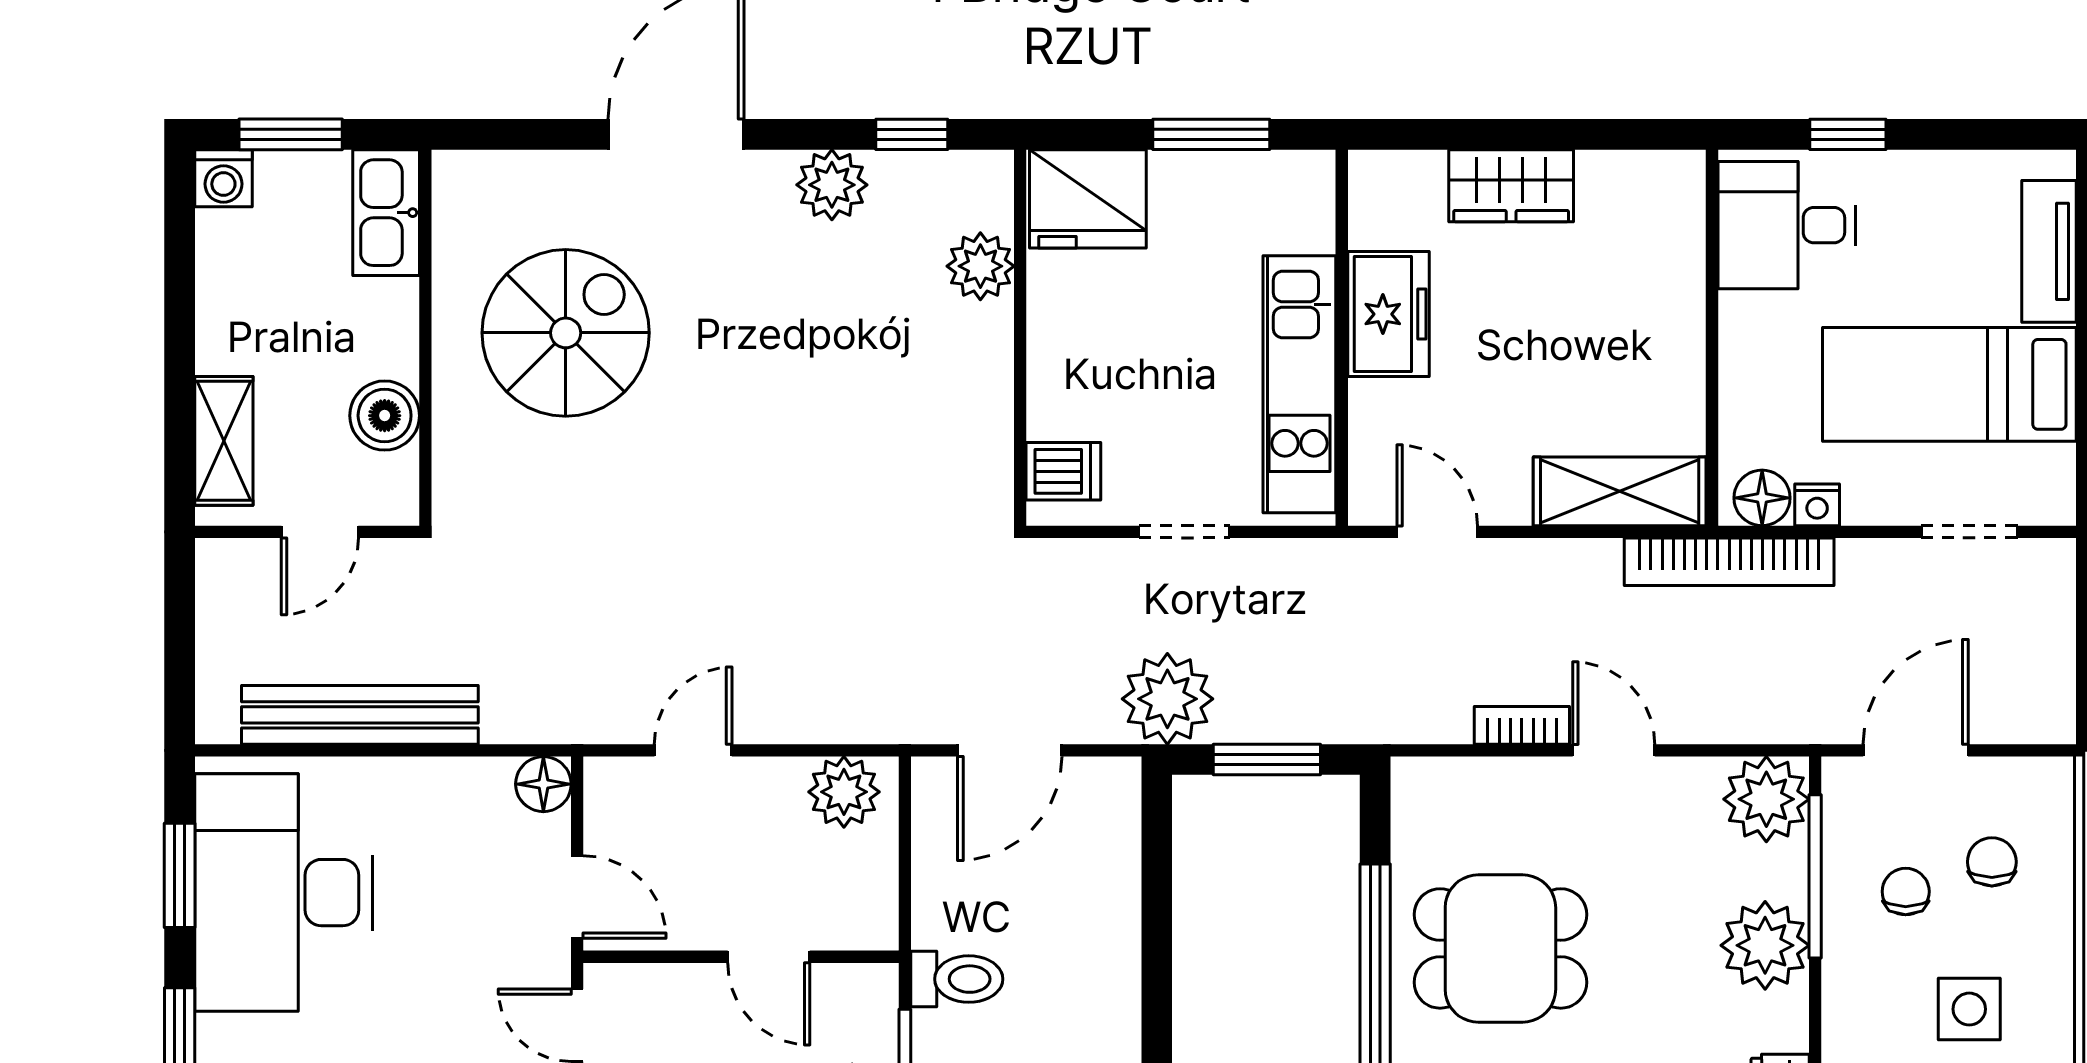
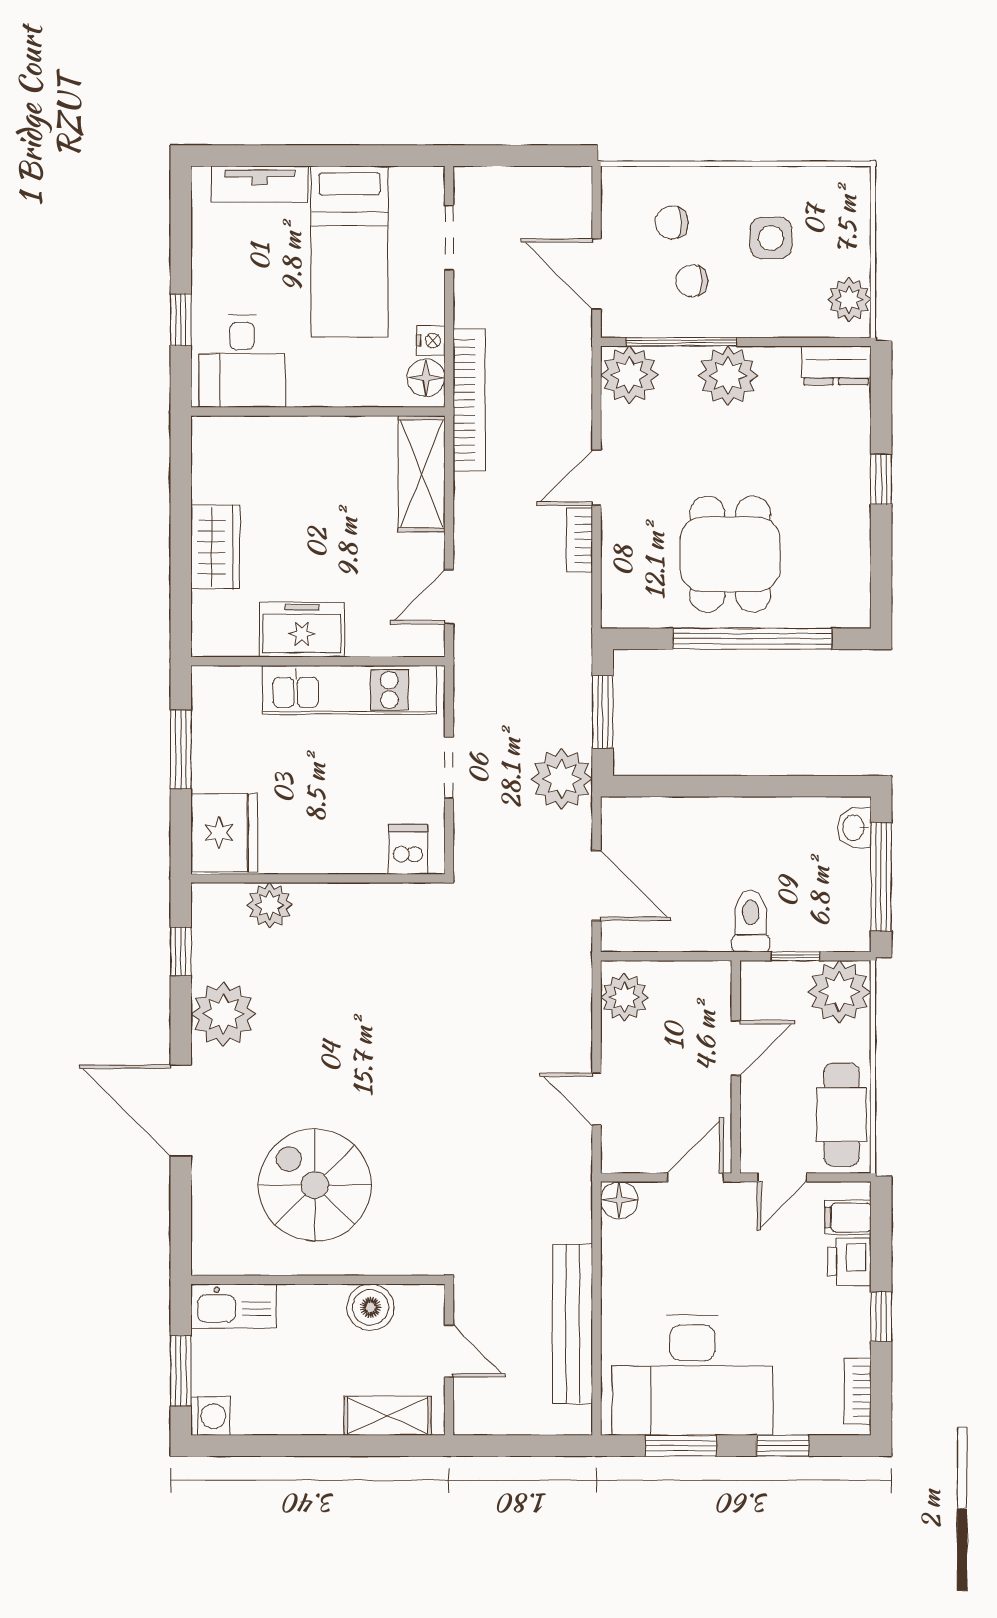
plant: (832, 185) -> (223, 1014), width x1.36, depth x1.36

